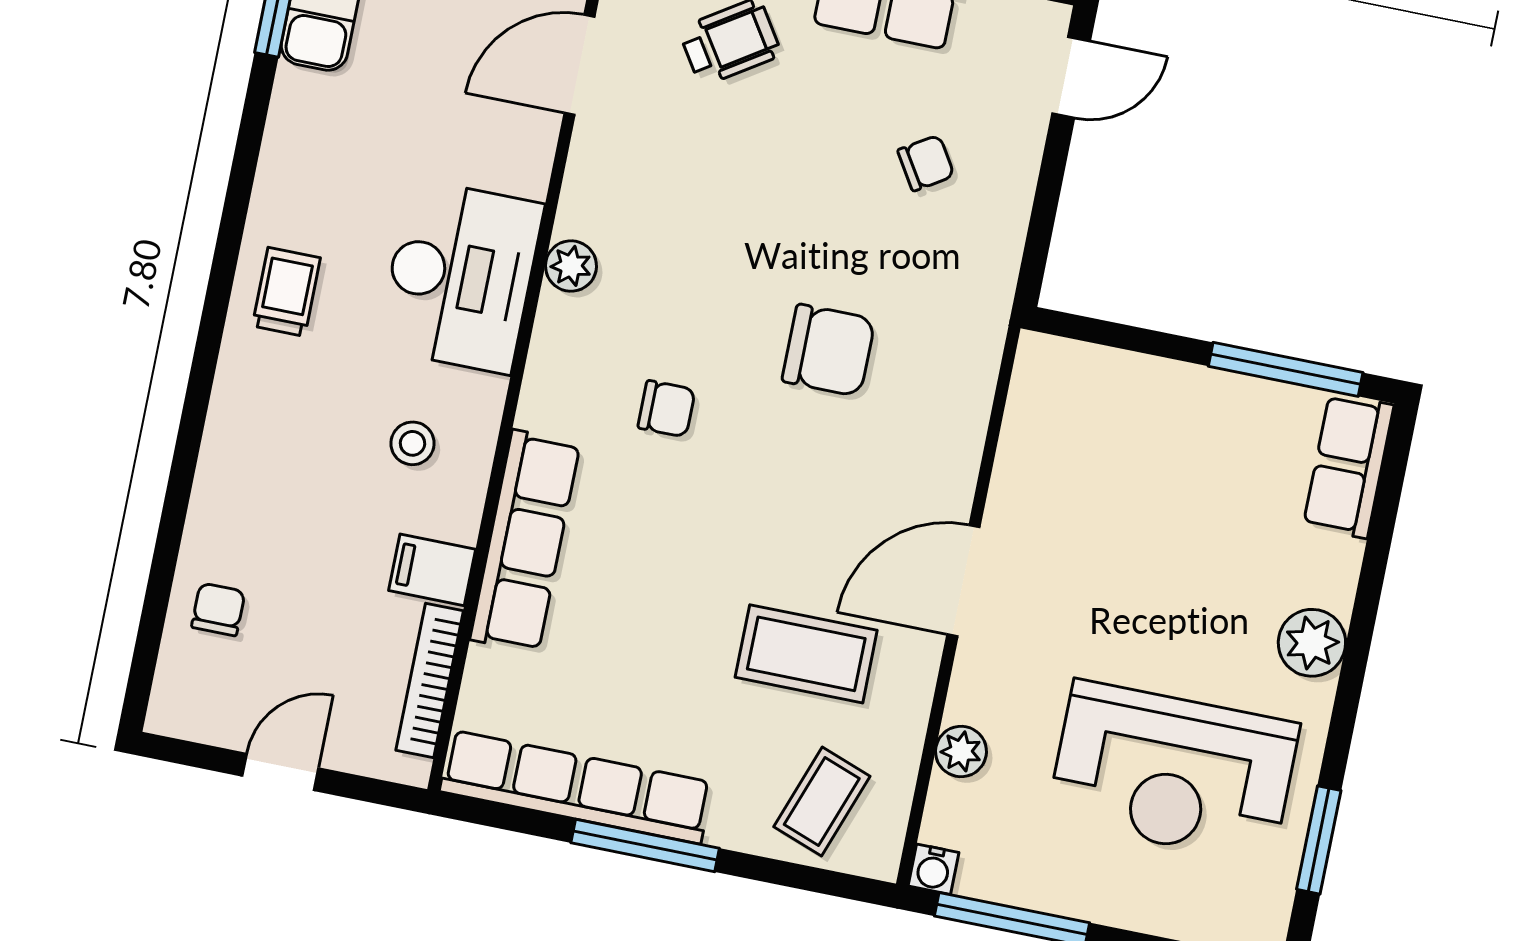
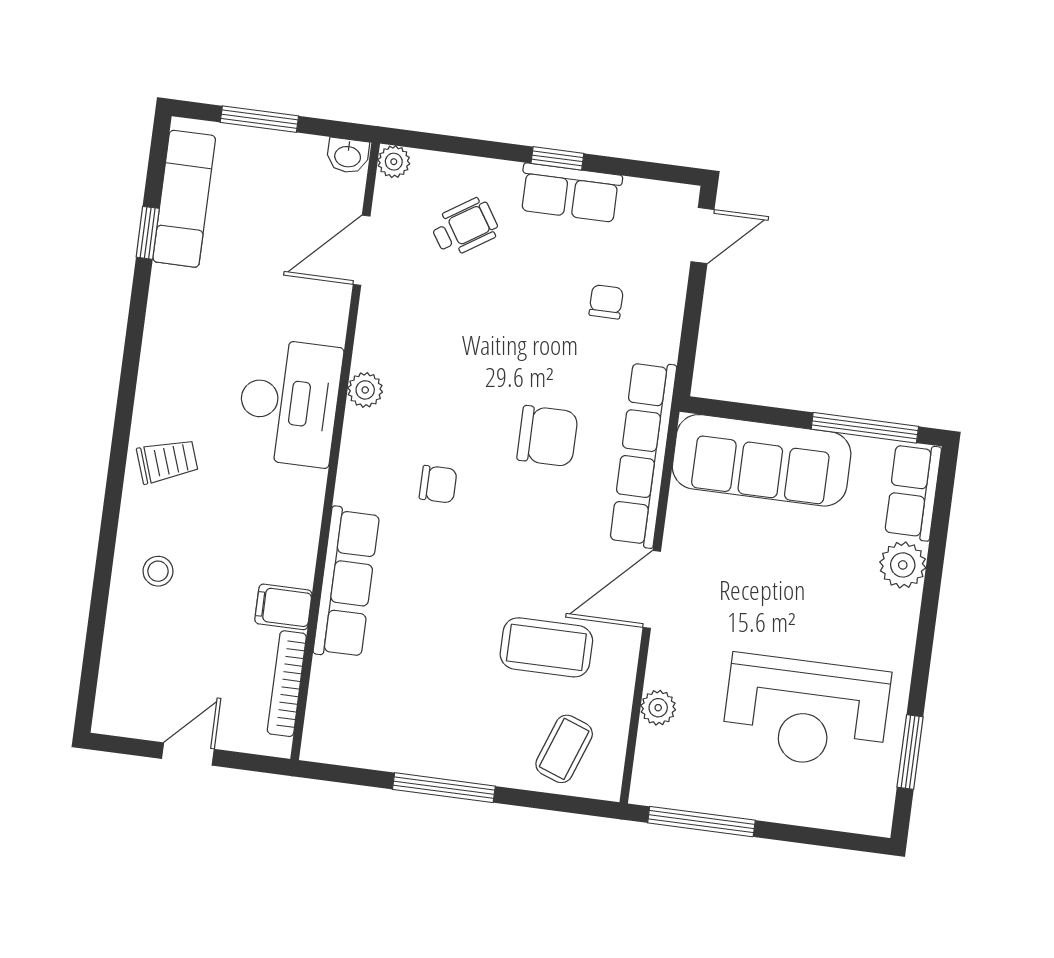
chair: (926, 163) -> (606, 302), turned -58
trolley: (286, 292) -> (167, 461), moved, turned 71
sofa: (1134, 406) -> (762, 460), added
stool: (413, 443) -> (158, 571), moved
chair: (218, 609) -> (137, 644), removed
plant: (1312, 643) -> (903, 565), moved
row of seats: (576, 787) -> (643, 454), moved, turned -90
water cooler: (933, 869) -> (645, 791), removed

